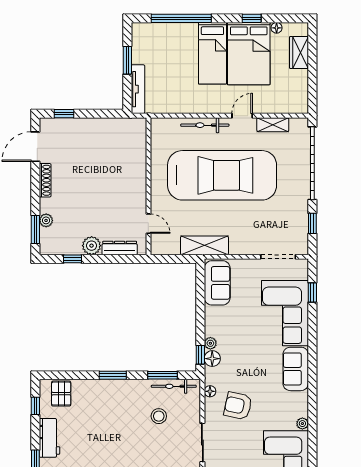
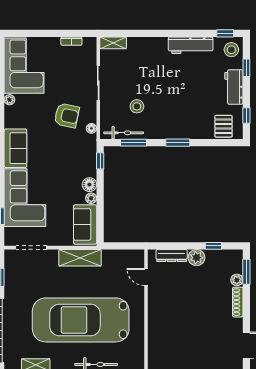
shoe rack: (45, 180) -> (238, 302), moved
shelving: (204, 245) -> (80, 258), moved
plant: (210, 343) -> (91, 198), moved
floor lamp: (212, 359) -> (89, 185), moved

